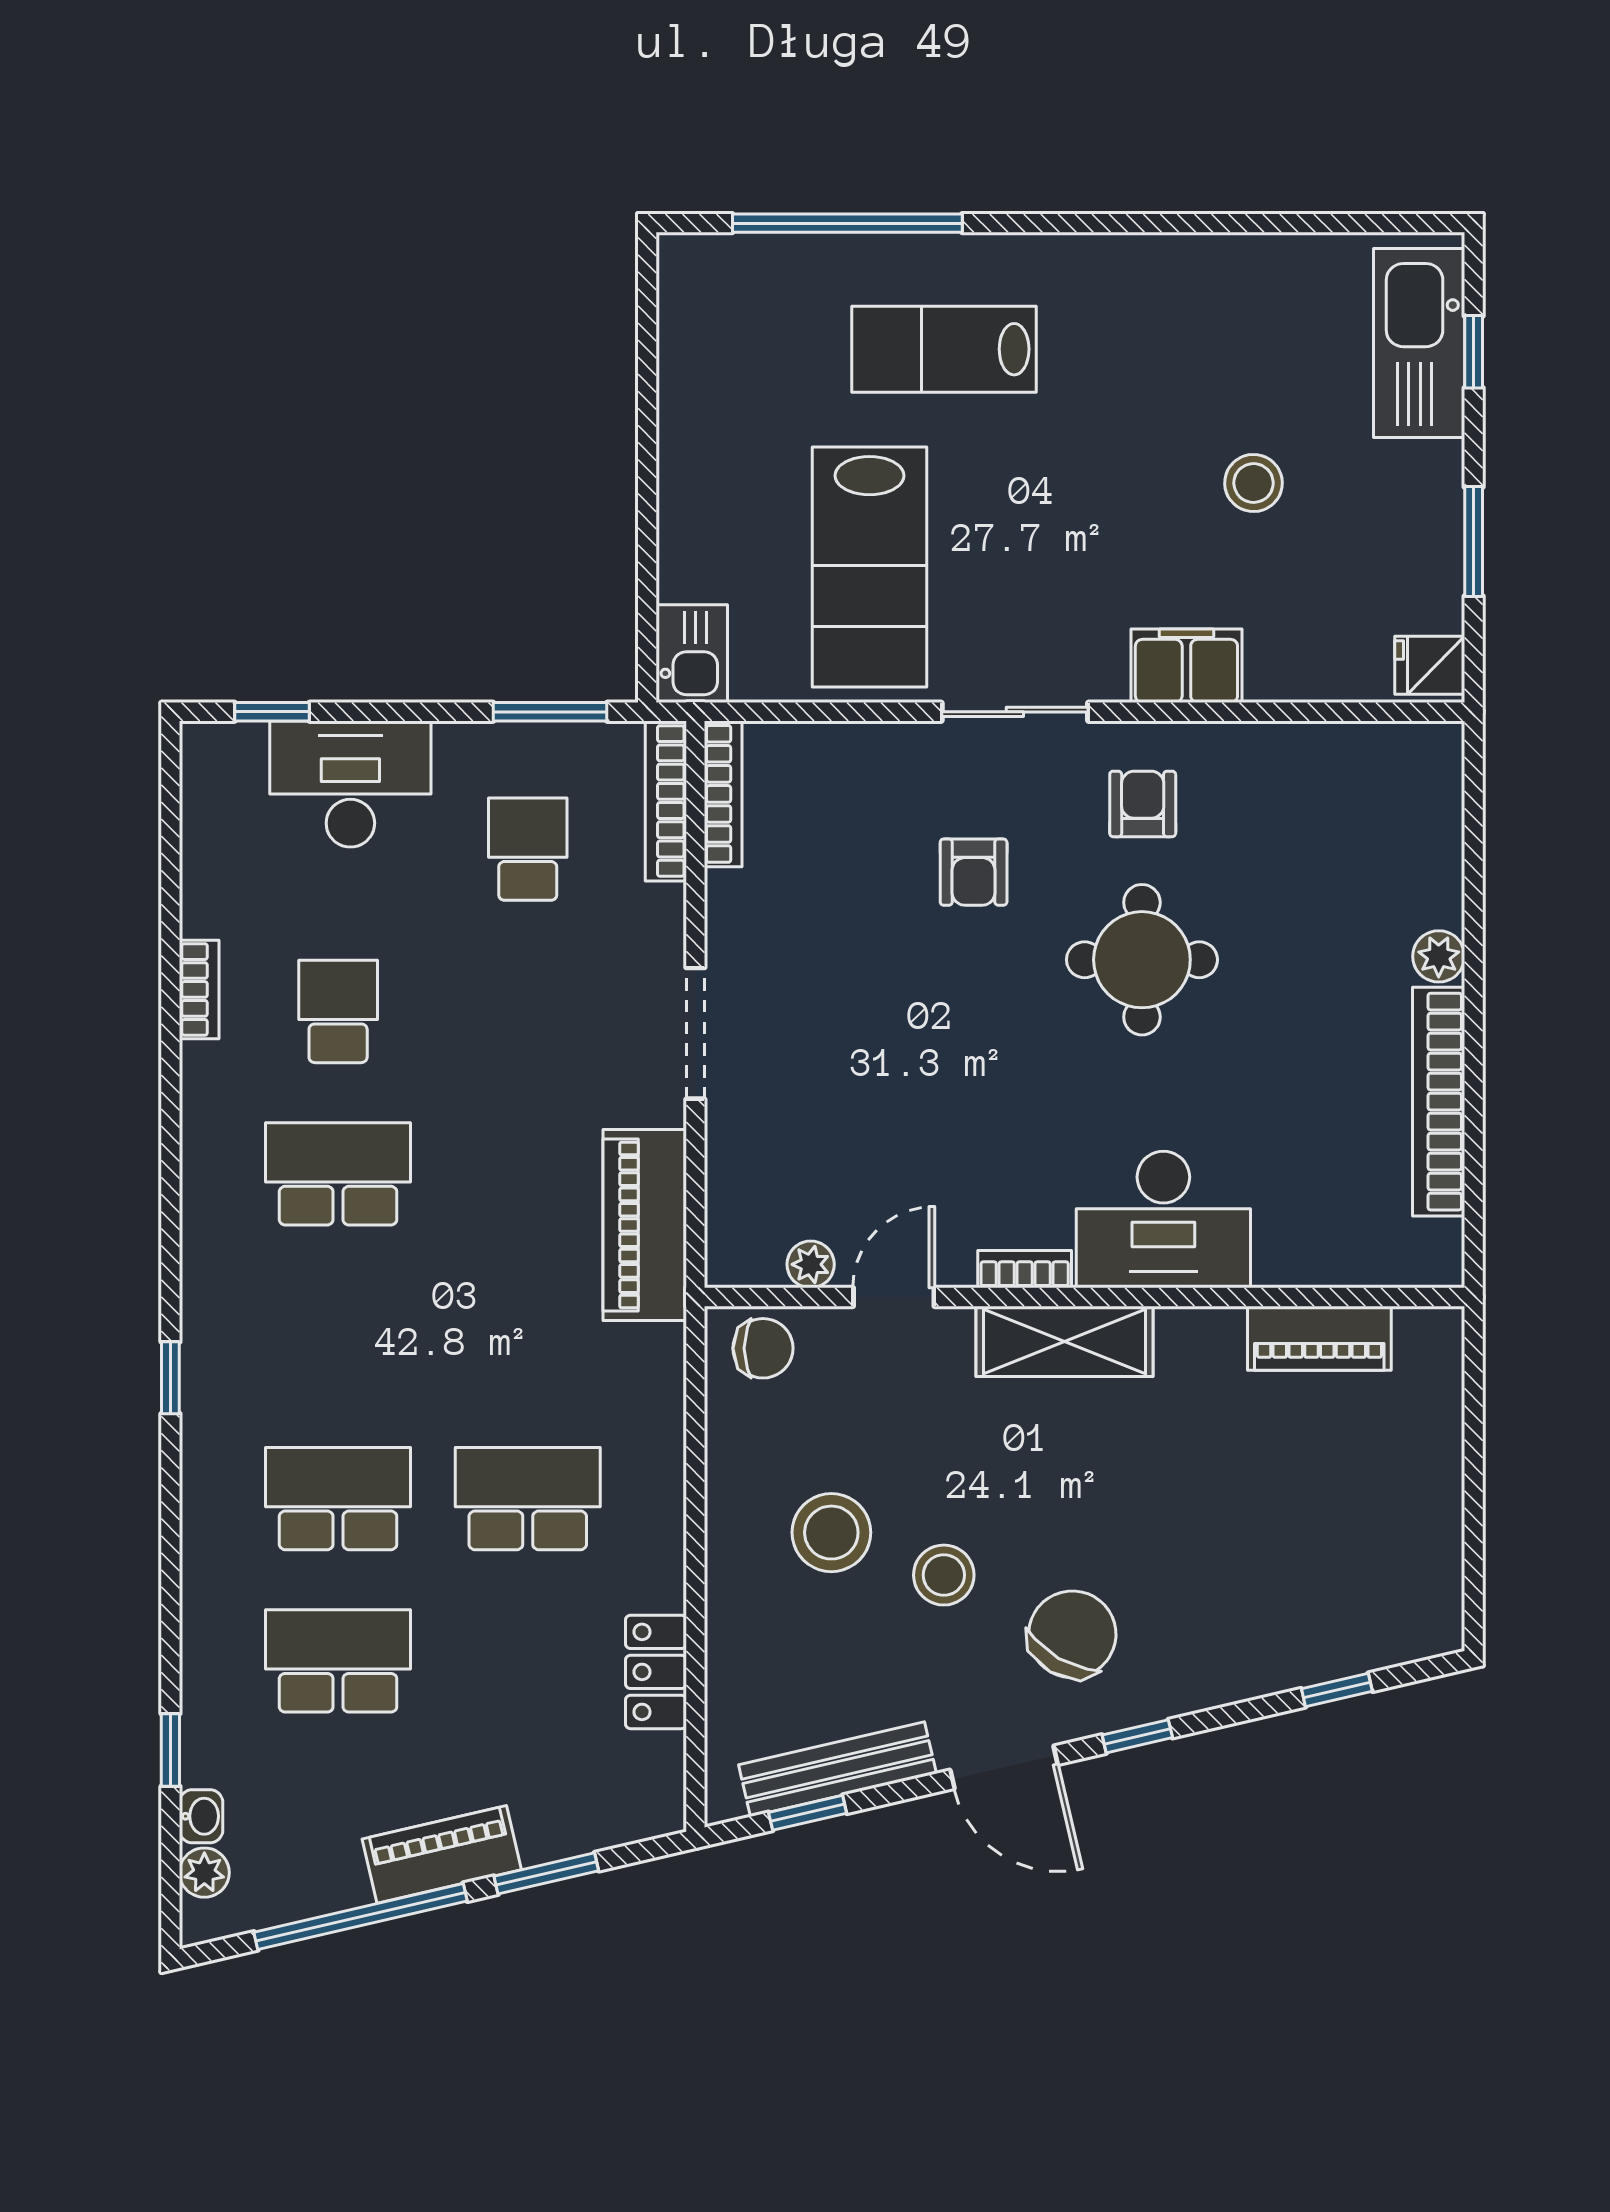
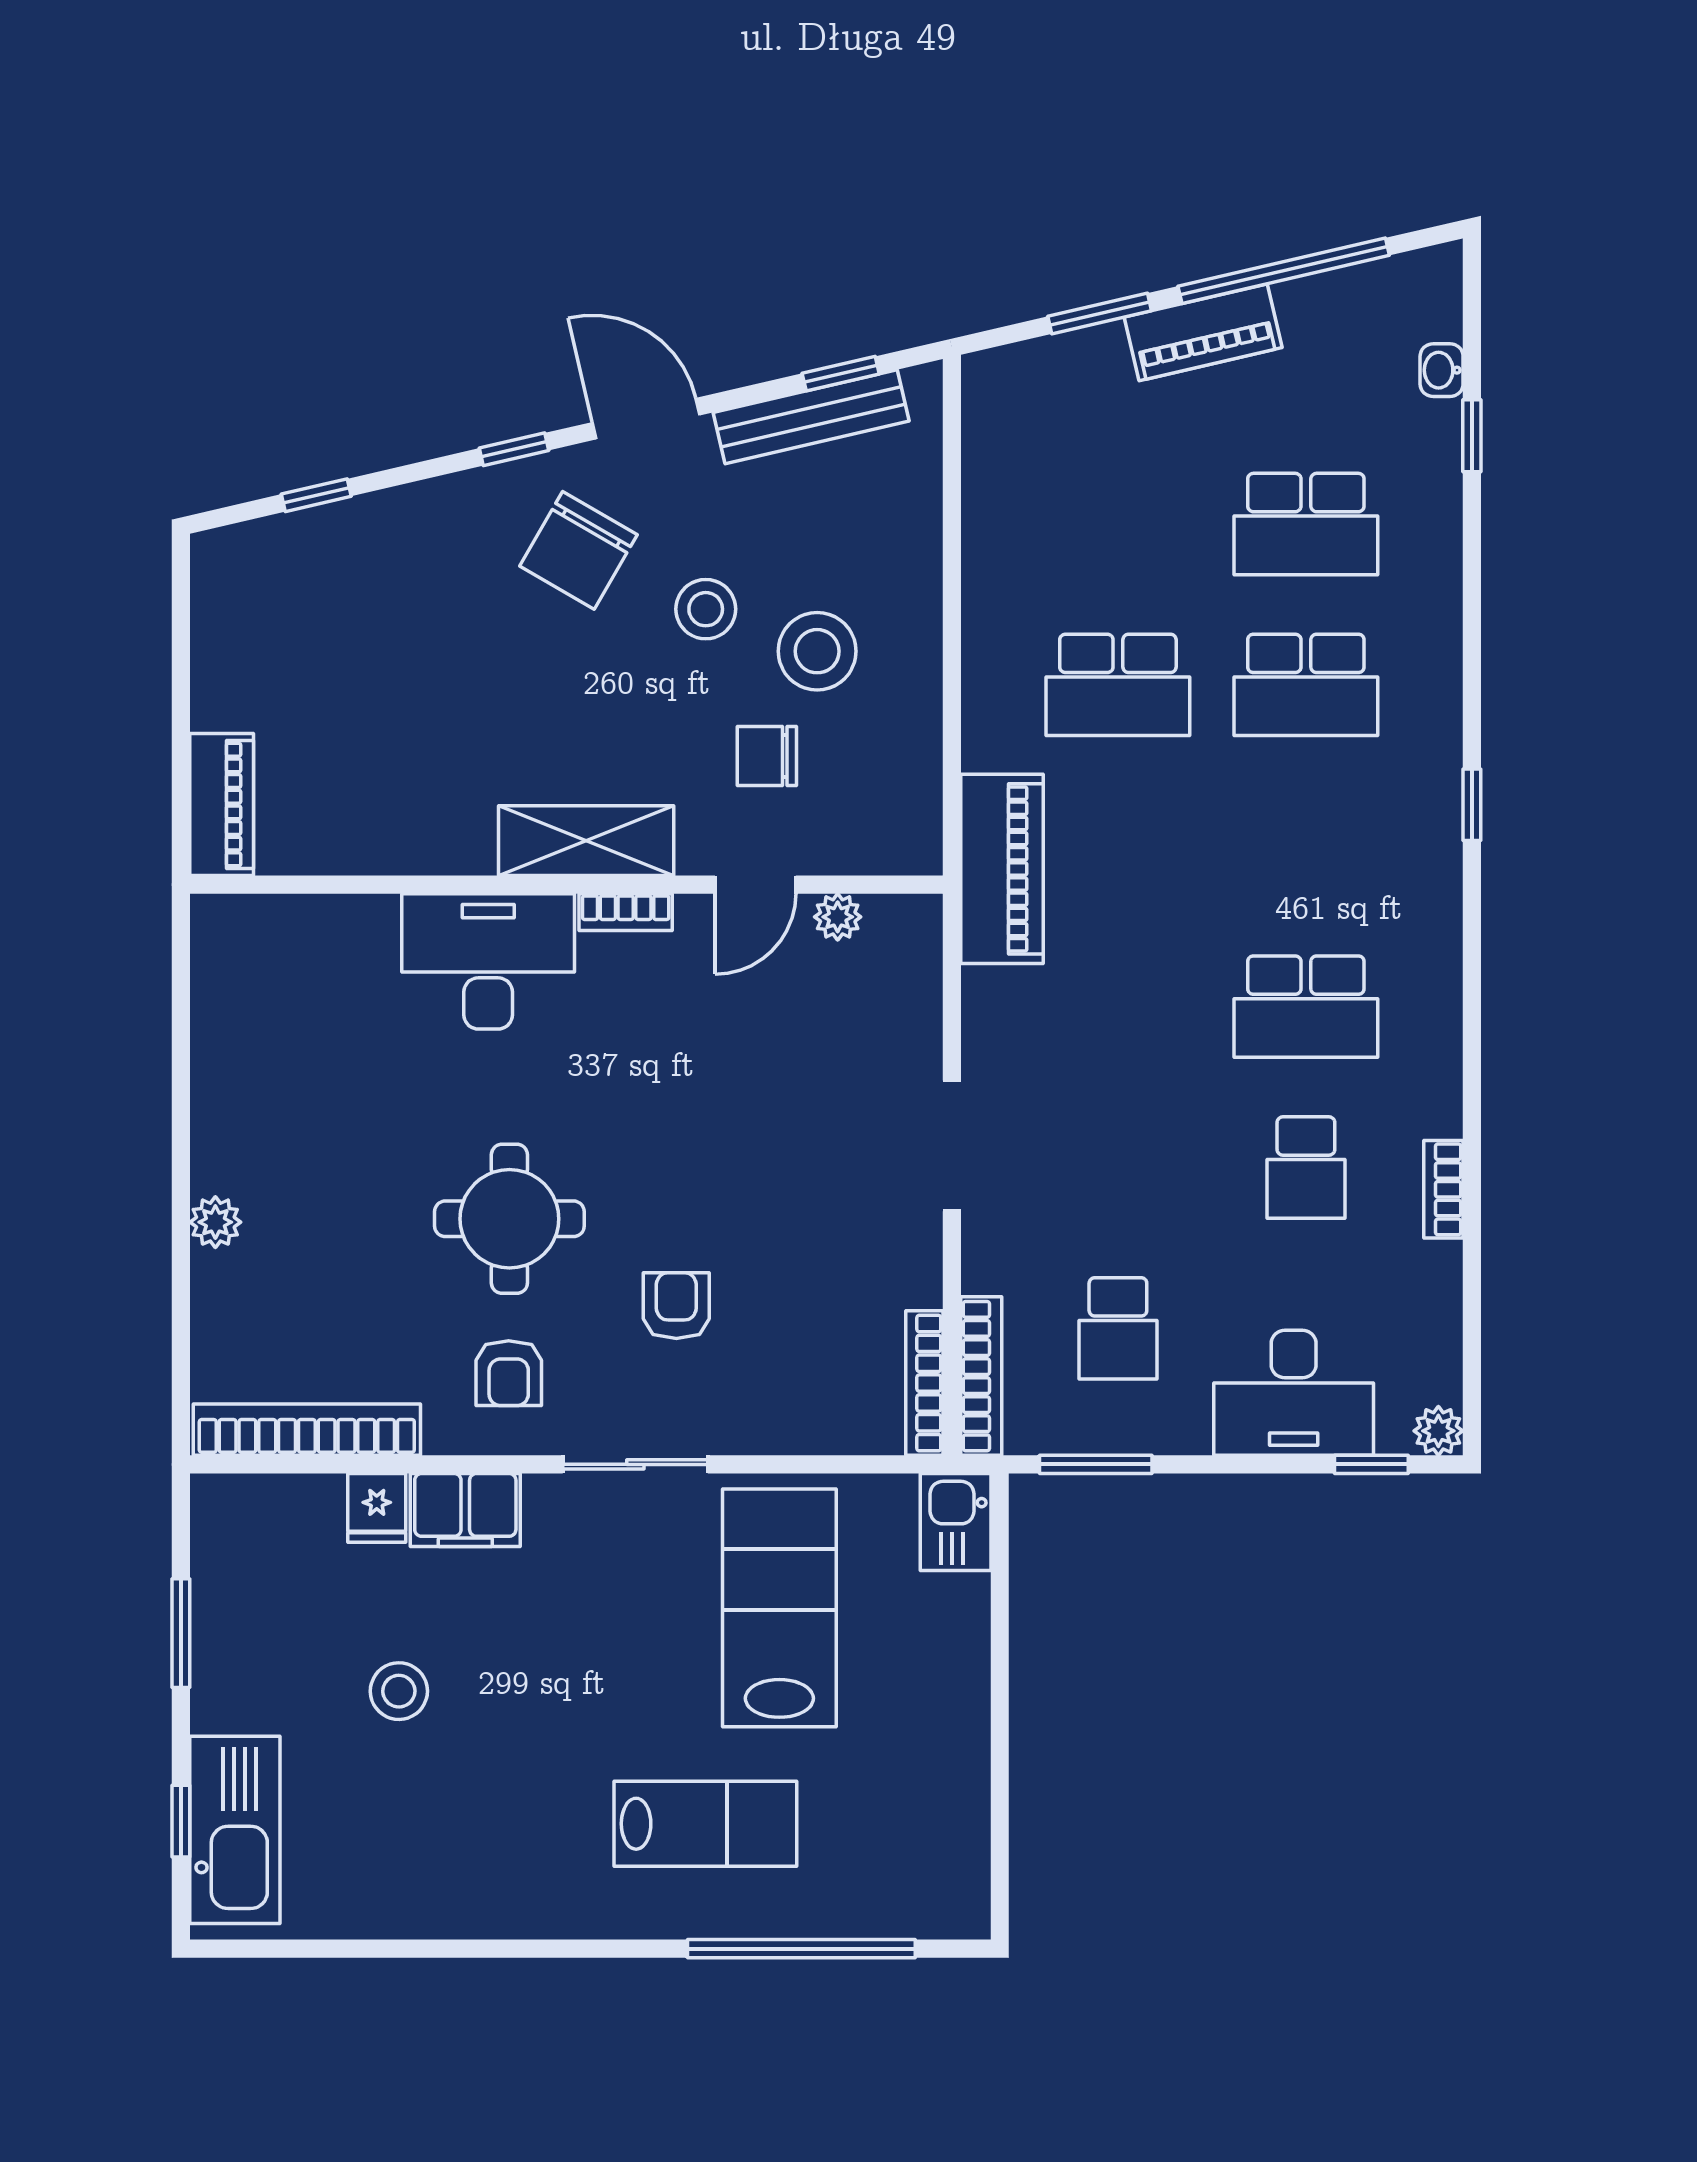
fridge: (1430, 665) -> (377, 1508), moved, turned 90
bookcase: (1439, 1102) -> (307, 1430), moved, turned -90
piano: (645, 1225) -> (1002, 869), moved
piano: (1319, 1338) -> (222, 805), moved, turned 90
chair: (763, 1348) -> (767, 756), moved
locker: (656, 1672) -> (991, 513), removed
plant: (204, 1873) -> (1438, 1431), moved

